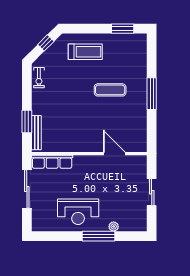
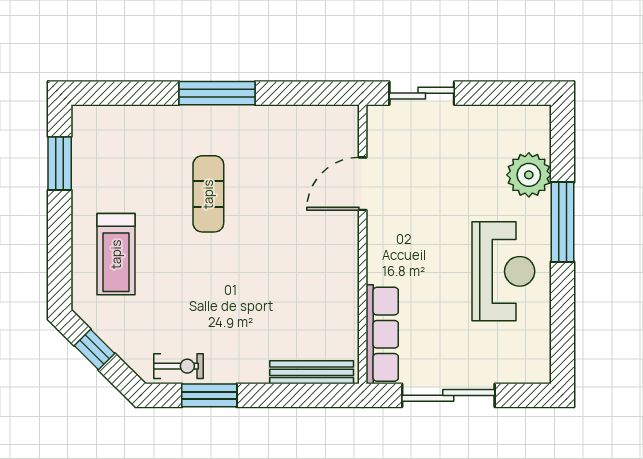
treadmill: (85, 52) -> (116, 254), turned 180
window: (27, 122) -> (209, 395), moved
sliding door: (152, 192) -> (422, 93), moved
plant: (114, 227) -> (529, 175), width x1.88, depth x1.88

